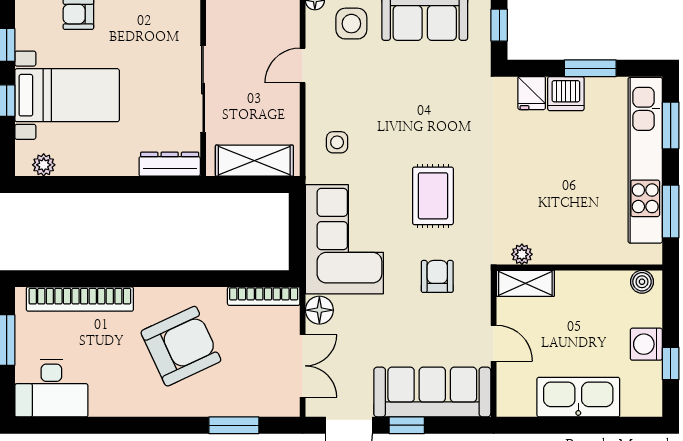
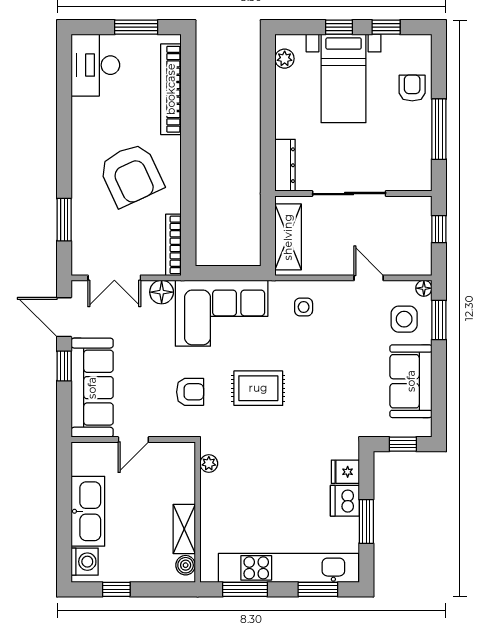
shelving: (525, 283) -> (184, 529), moved
washing machine: (646, 344) -> (85, 562), moved, turned 90

